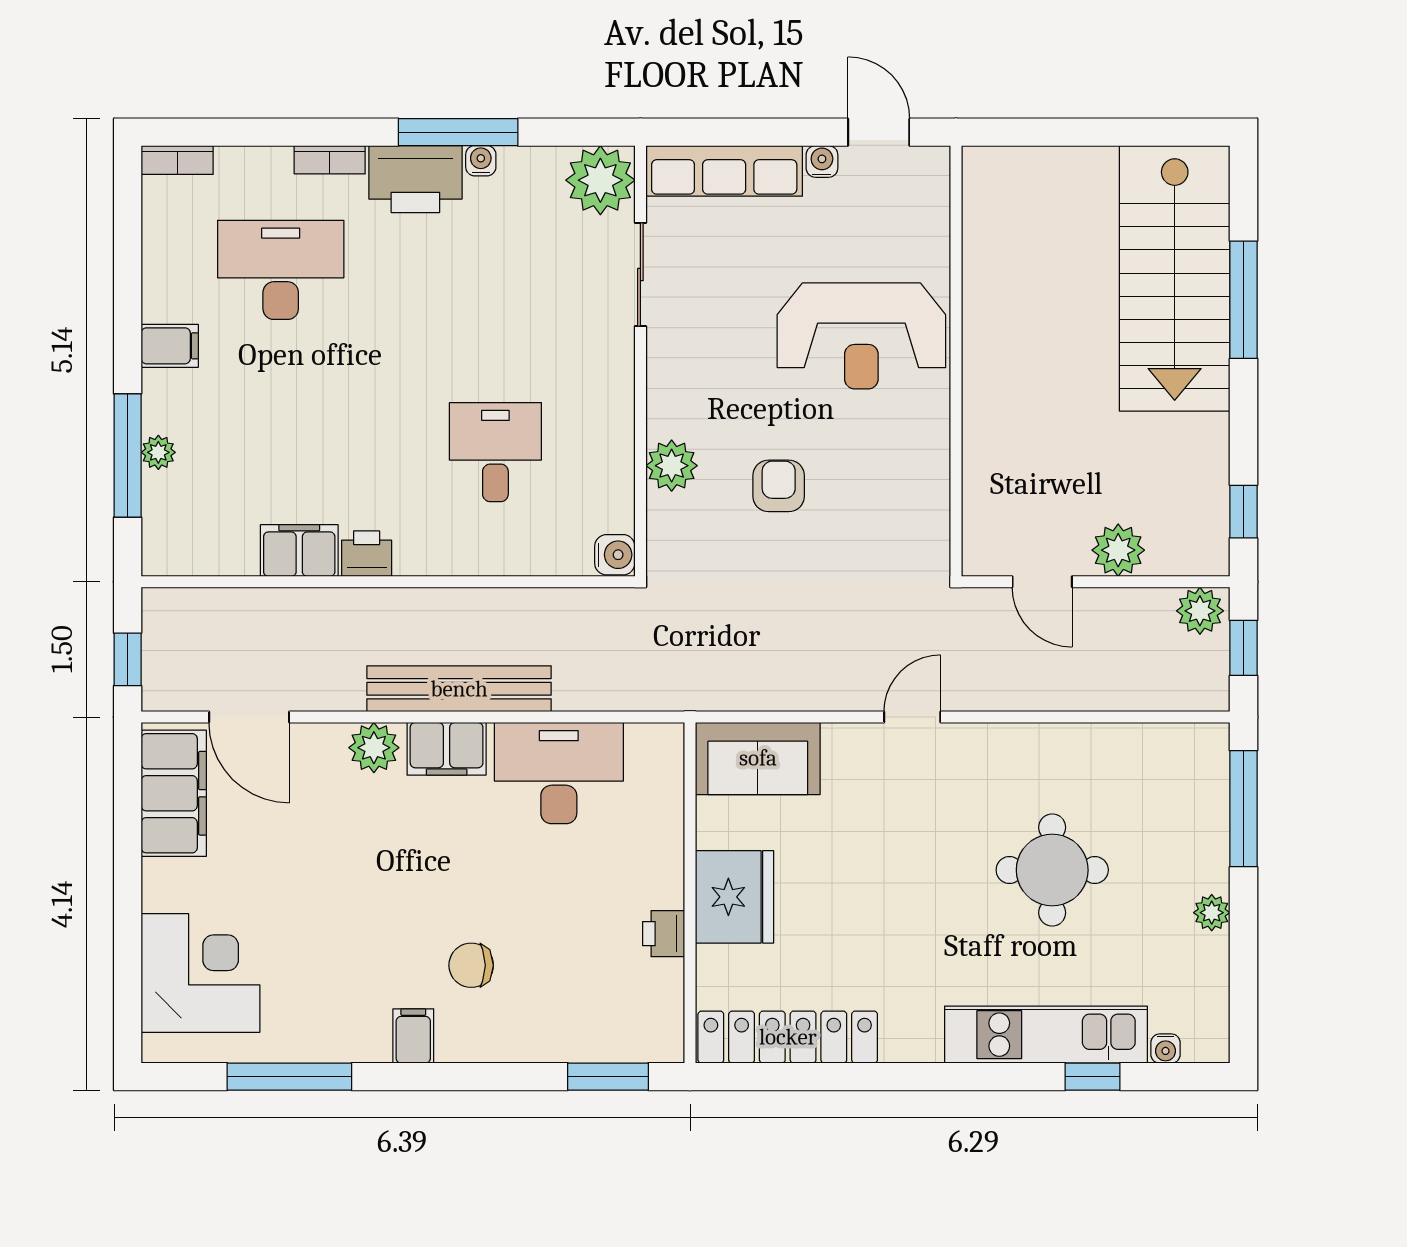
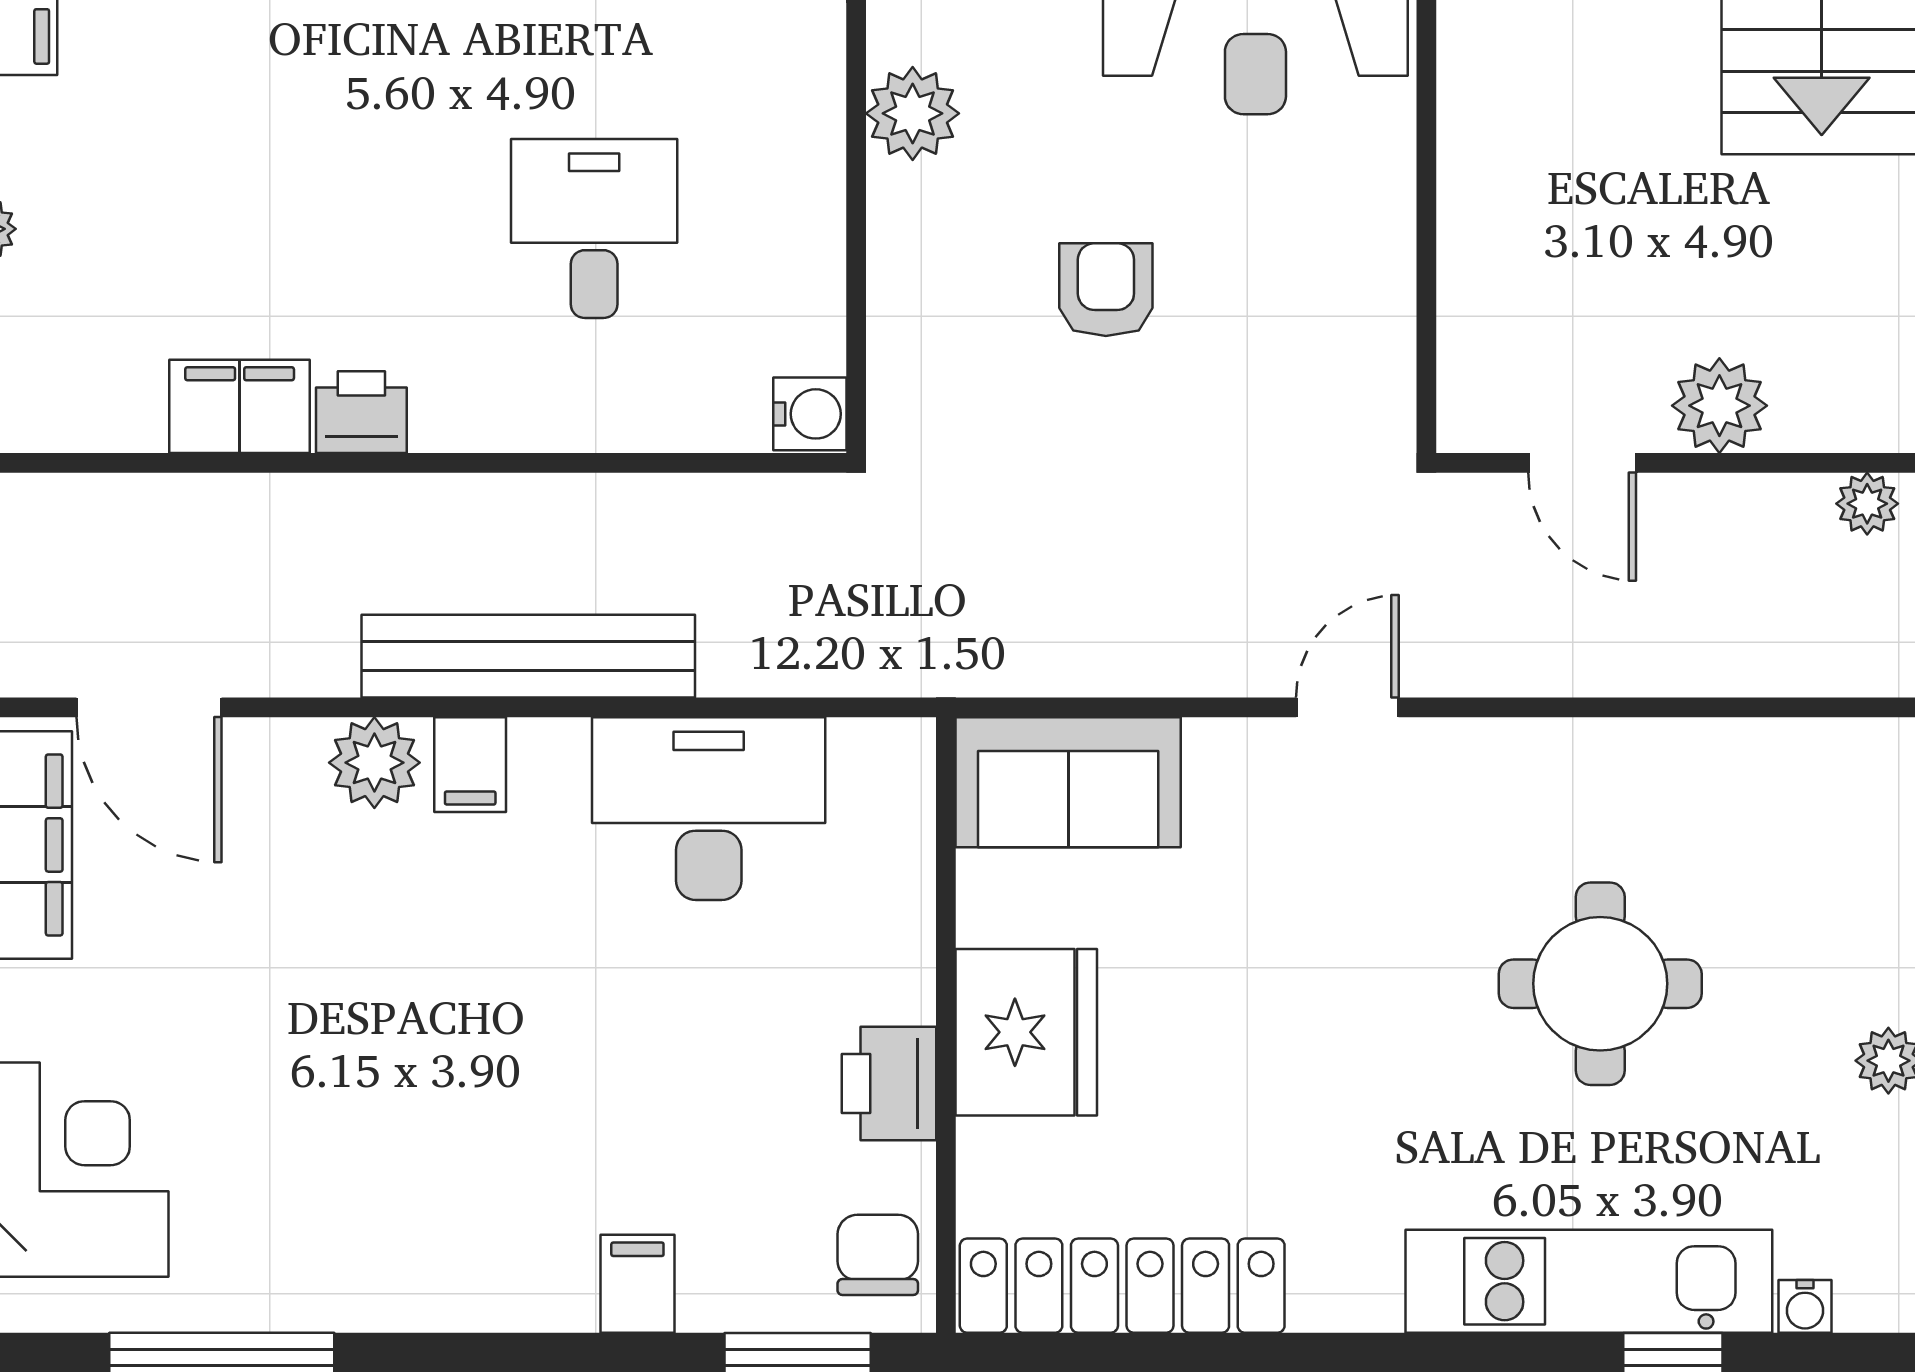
plant: (672, 466) -> (913, 113), moved
plant: (1200, 611) -> (1867, 504), width x0.73, depth x0.73
filing cabinet: (447, 749) -> (470, 765), width x0.50
printer: (664, 934) -> (889, 1083), width x1.36, depth x1.24
chair: (471, 965) -> (878, 1255), moved, turned 90
filing cabinet: (413, 1036) -> (637, 1284), moved

